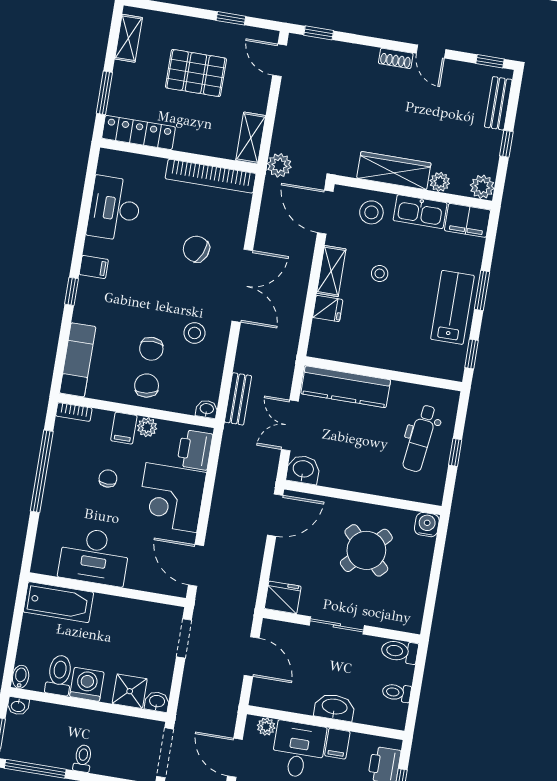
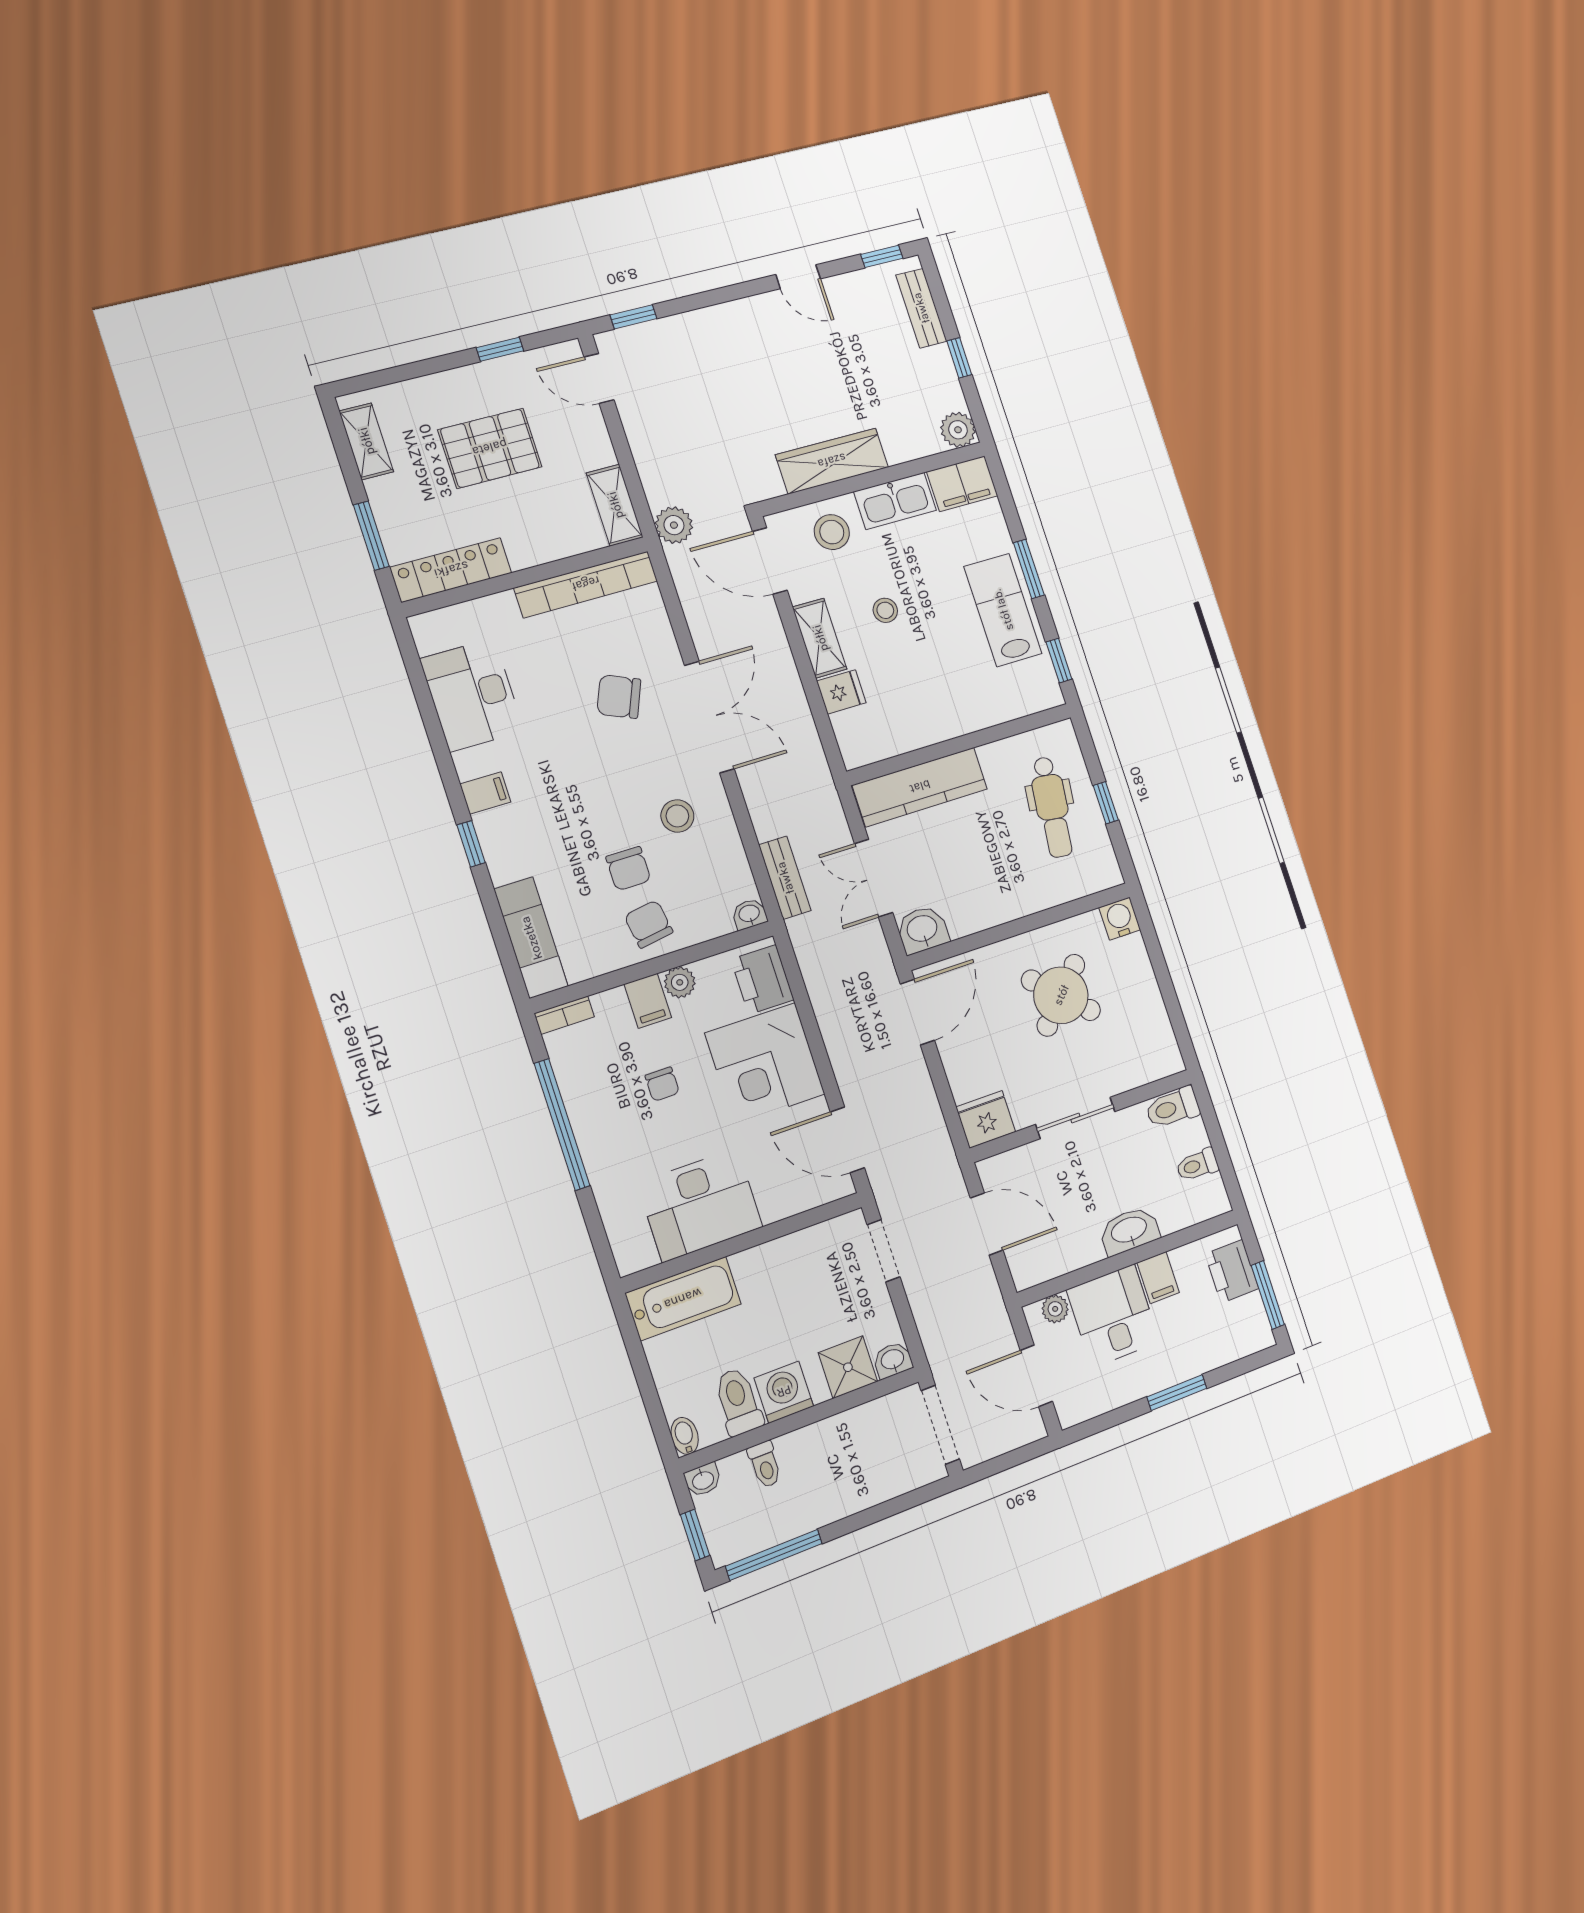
shoe rack: (396, 58) -> (756, 307), removed
plant: (440, 182) -> (900, 449), removed
chair: (108, 479) -> (662, 1084), turned 180
toilet: (83, 758) -> (765, 1465), moved, turned 180

